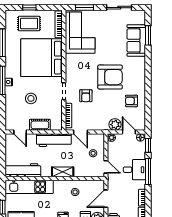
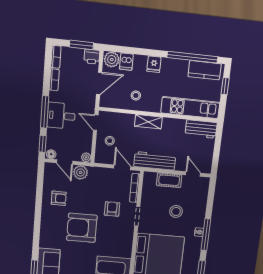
workbench: (23, 170) -> (201, 129), width x0.73

